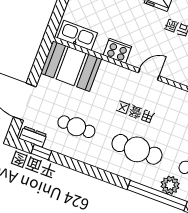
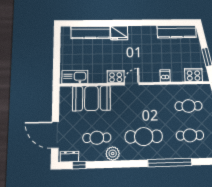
cooker: (117, 51) -> (116, 77), moved
booth: (71, 66) -> (91, 98), moved
plant: (170, 185) -> (113, 154), moved

